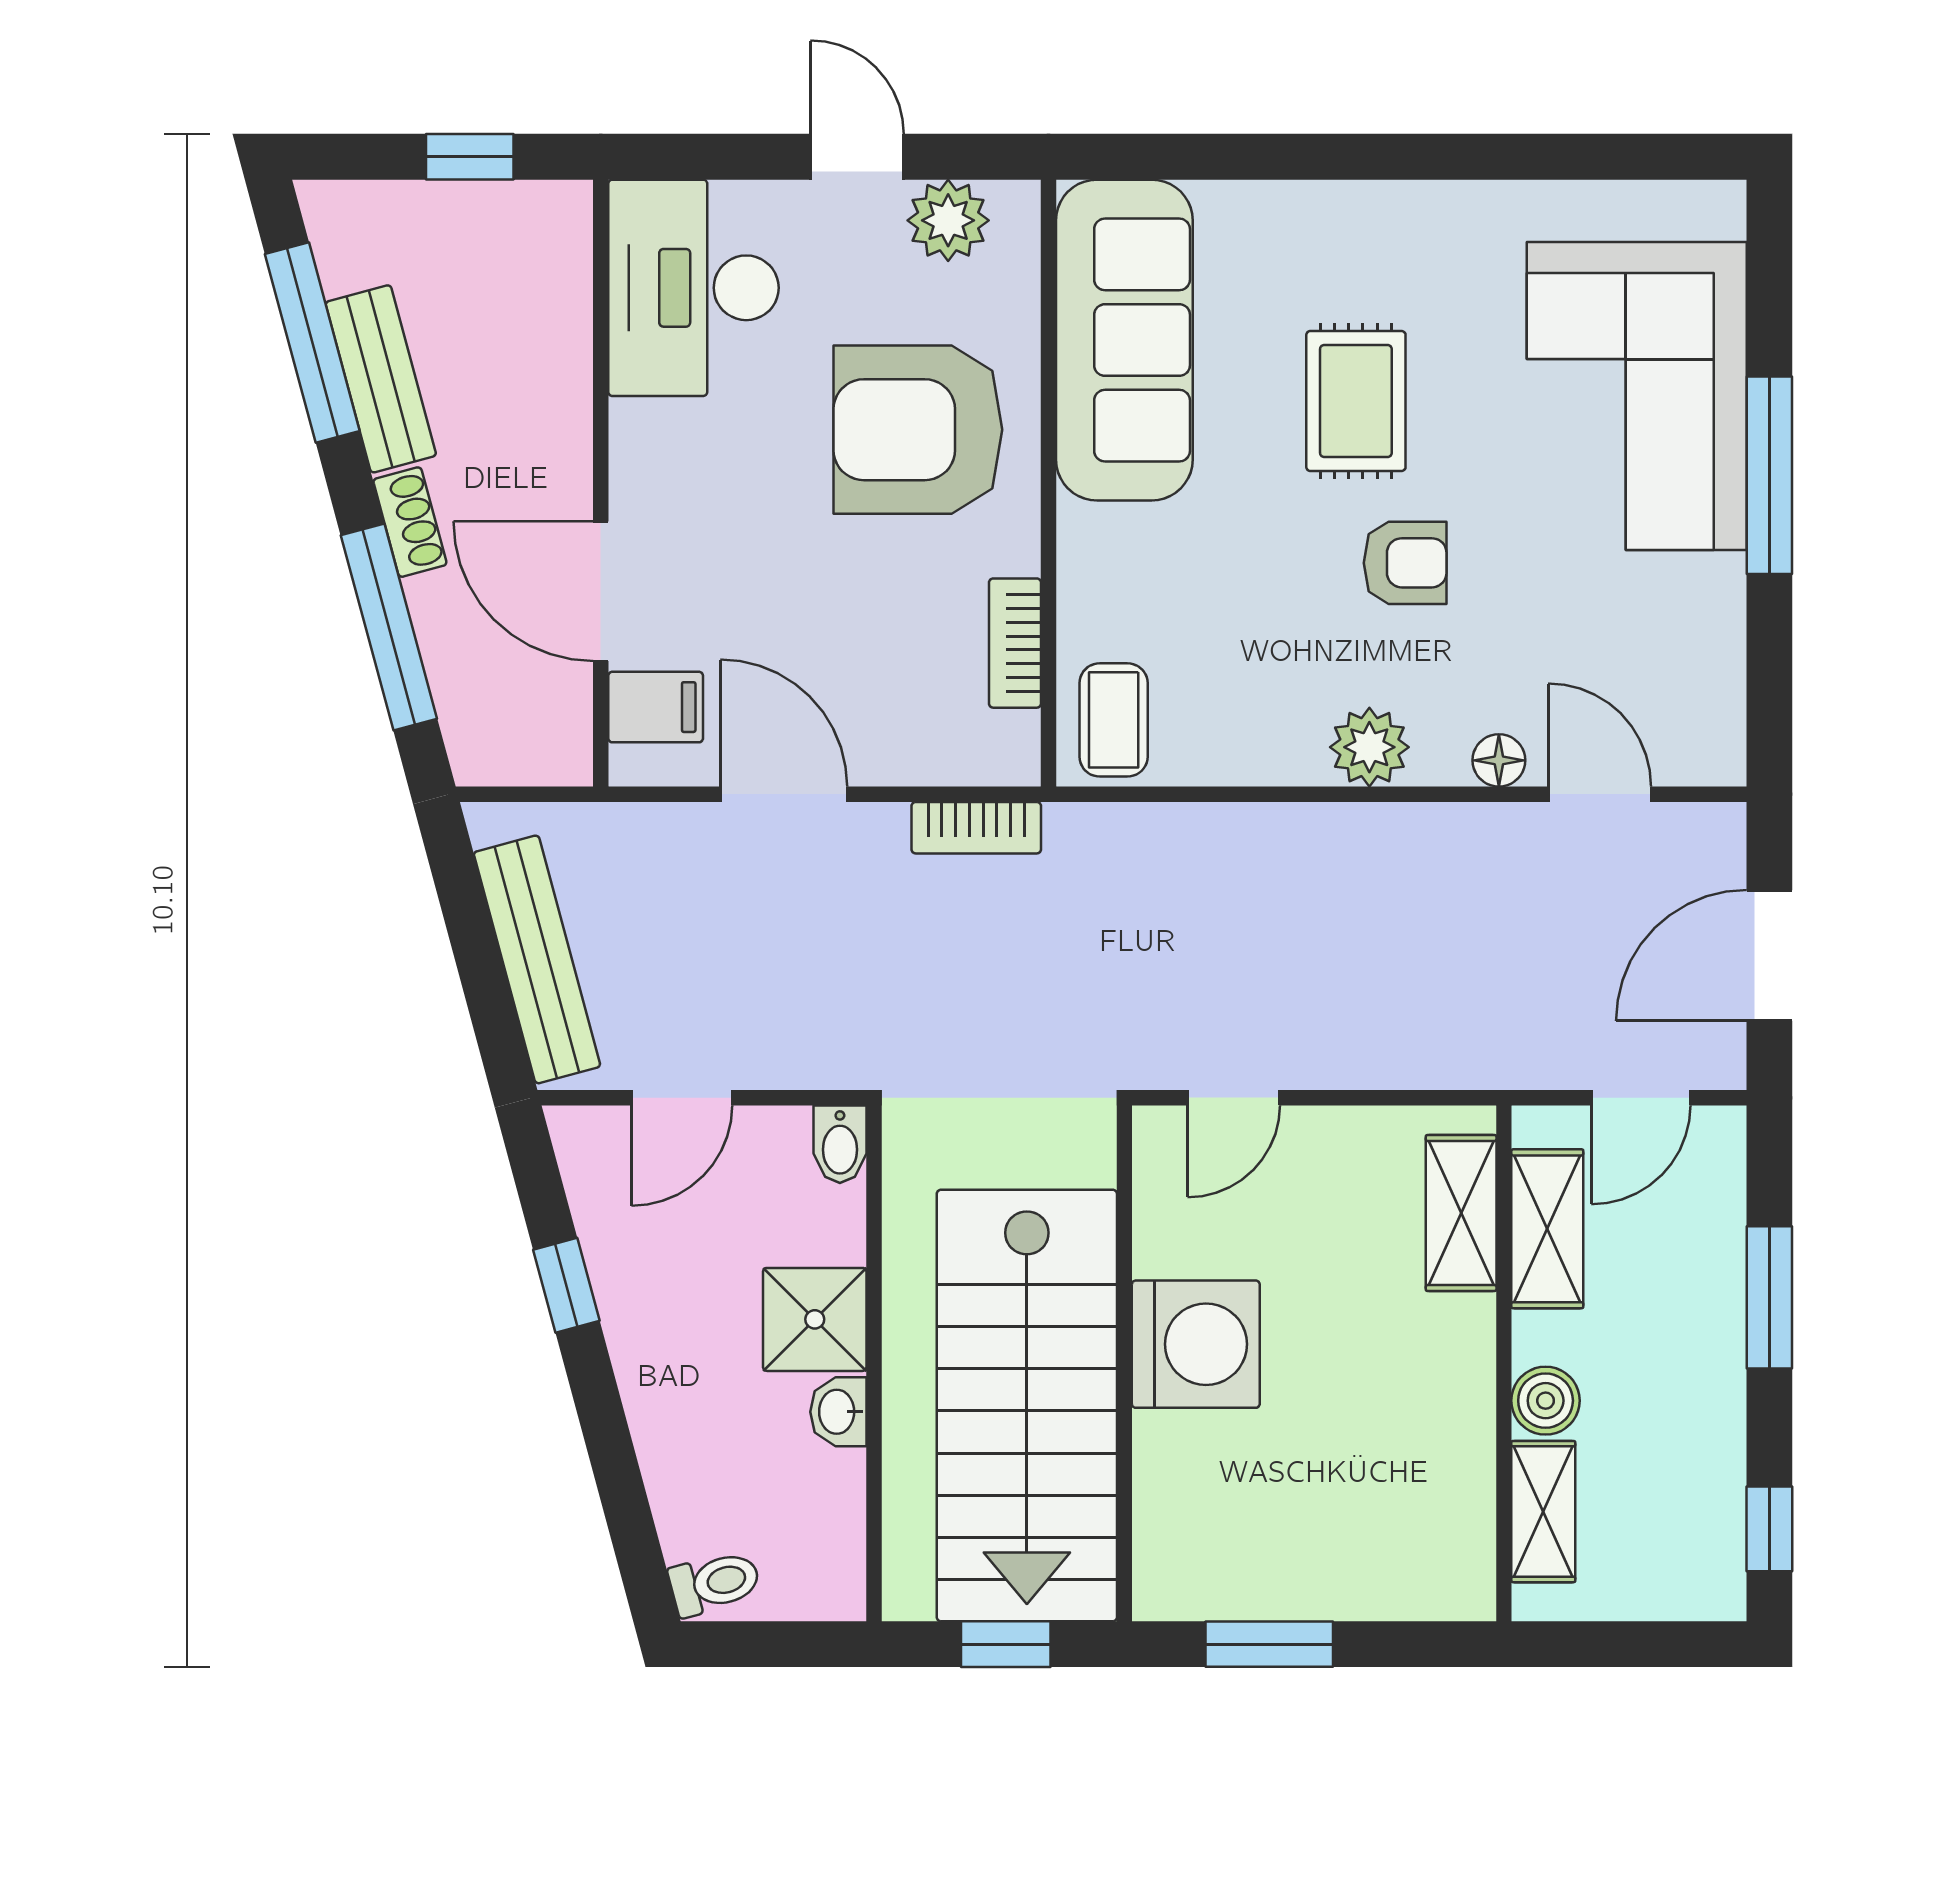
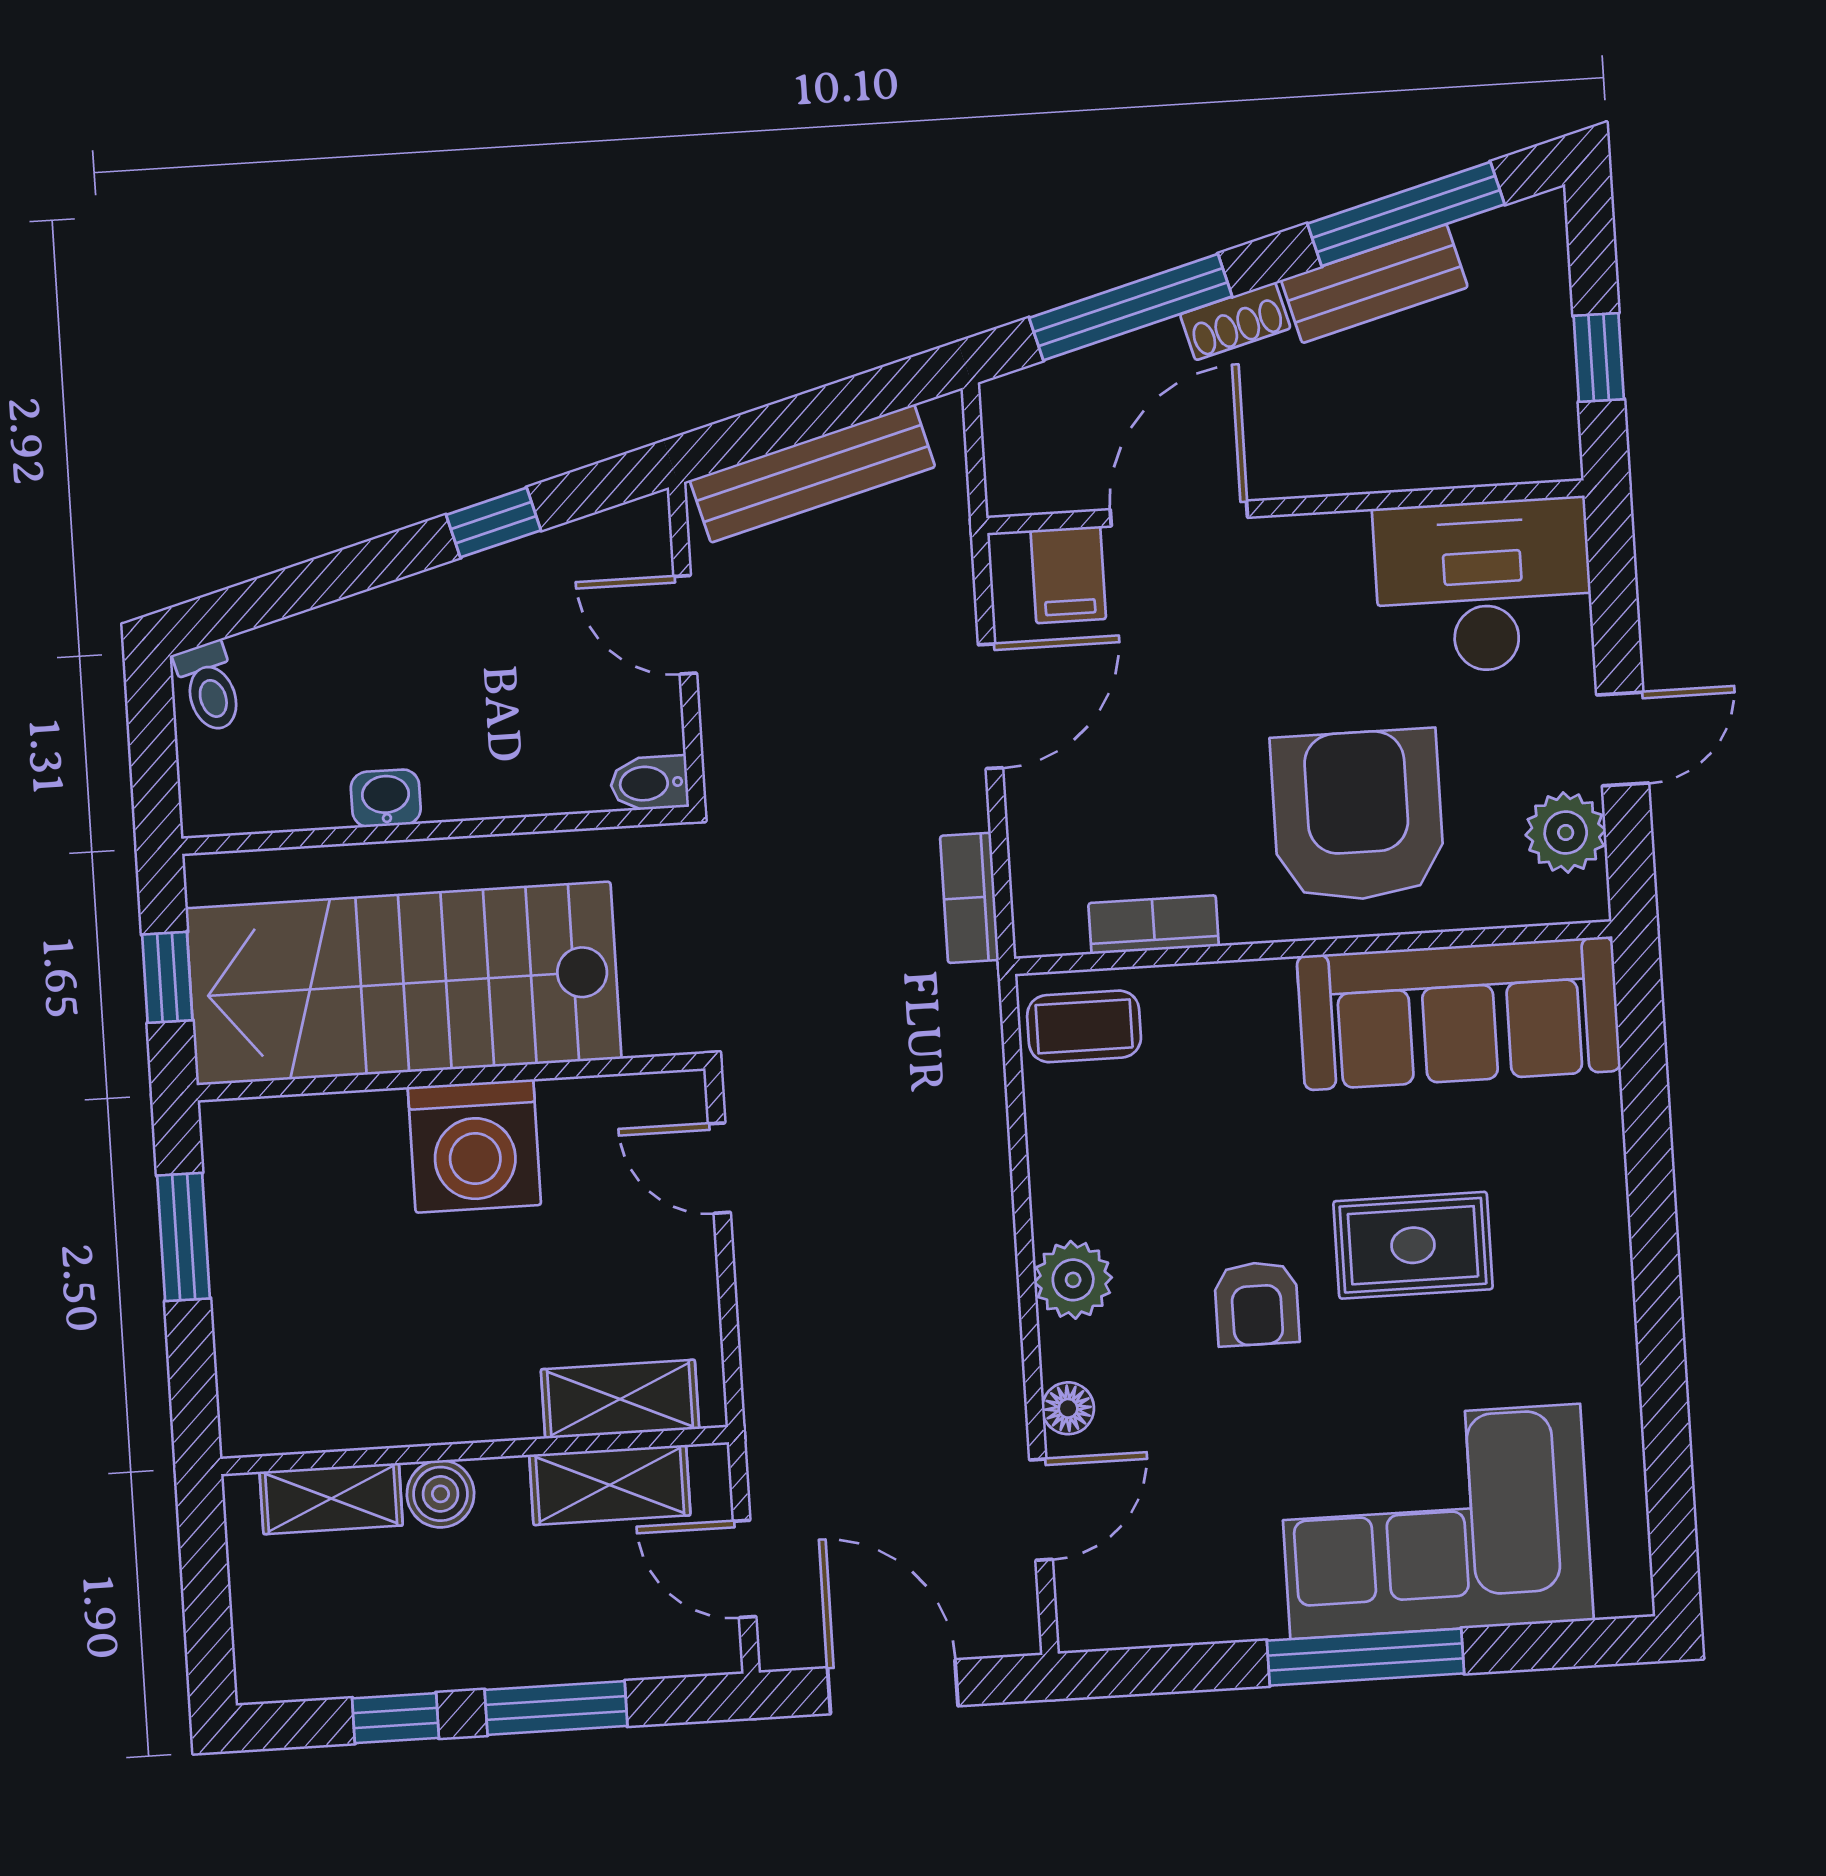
shower: (815, 1319) -> (475, 769), removed
window: (1769, 1529) -> (395, 1718), moved

